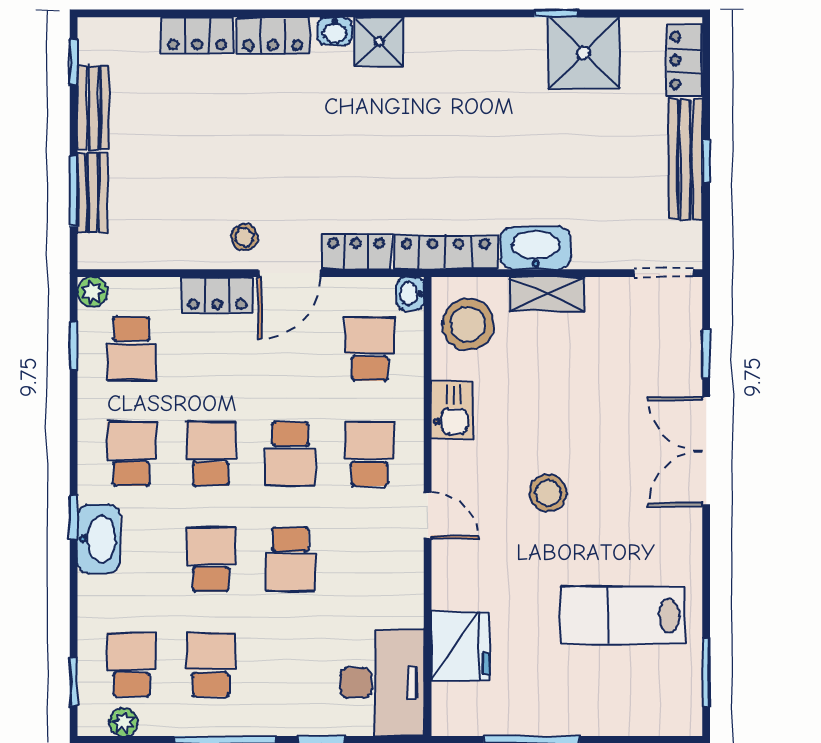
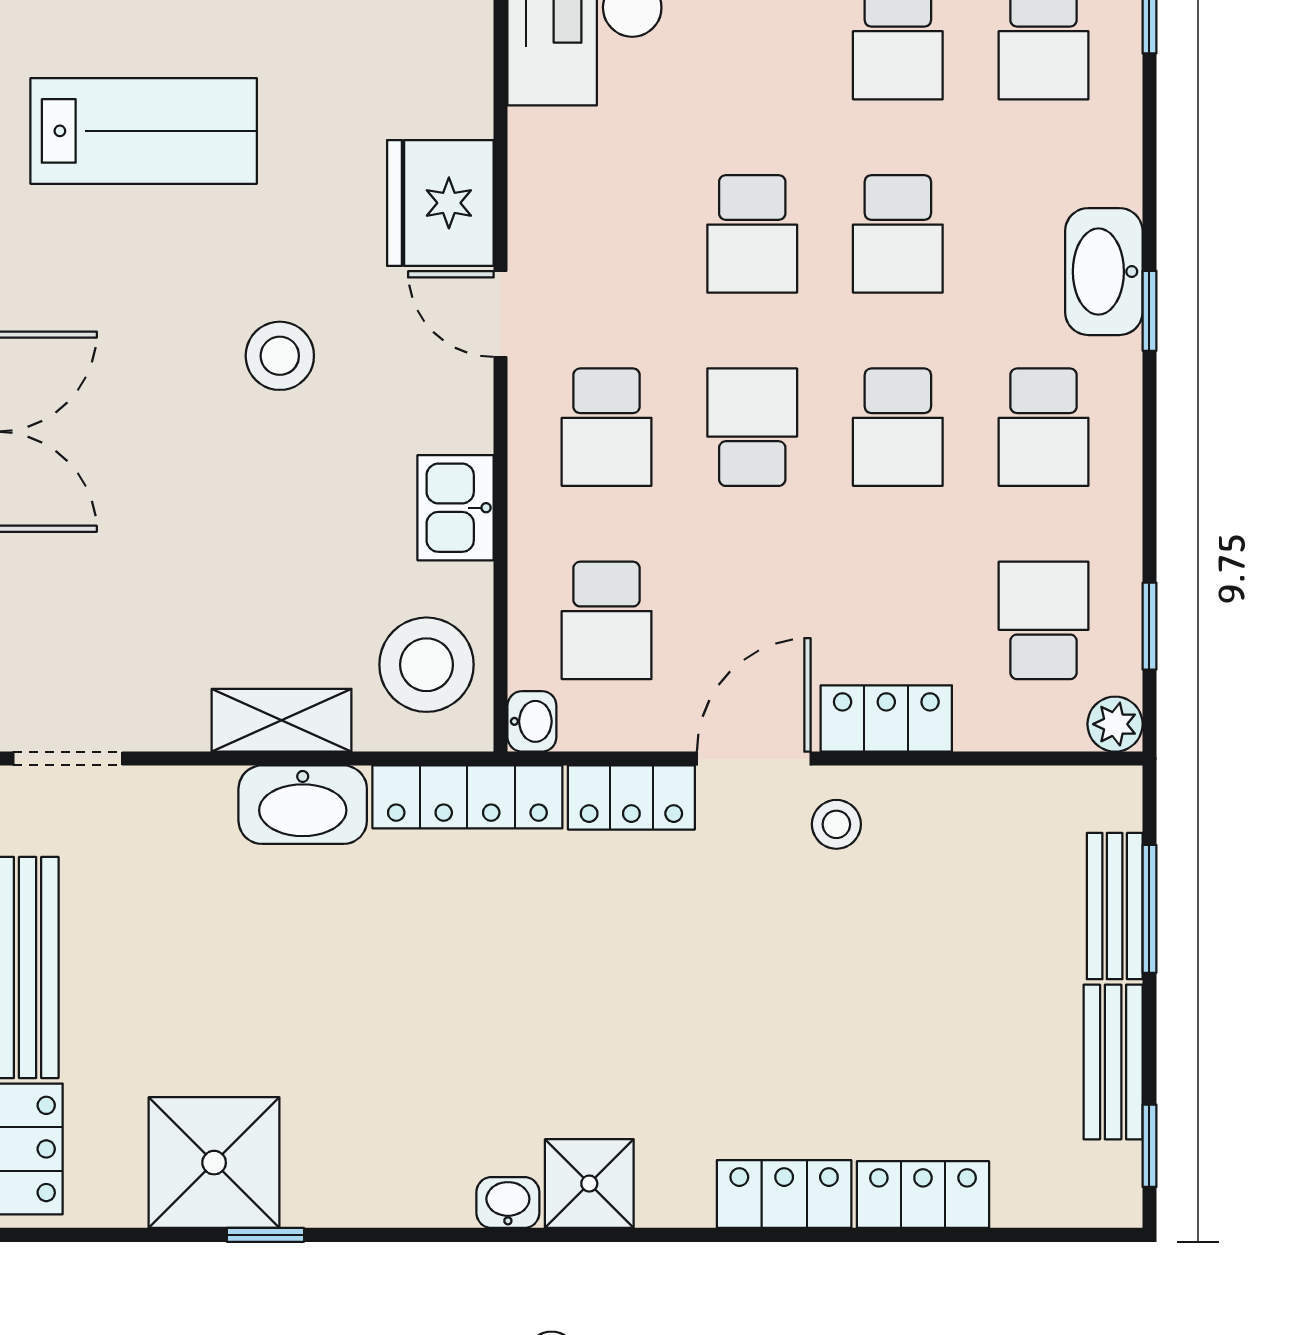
washbasin: (335, 31) -> (508, 1203), moved
school desk: (290, 559) -> (752, 234), turned 180
fridge: (460, 646) -> (440, 203), moved

